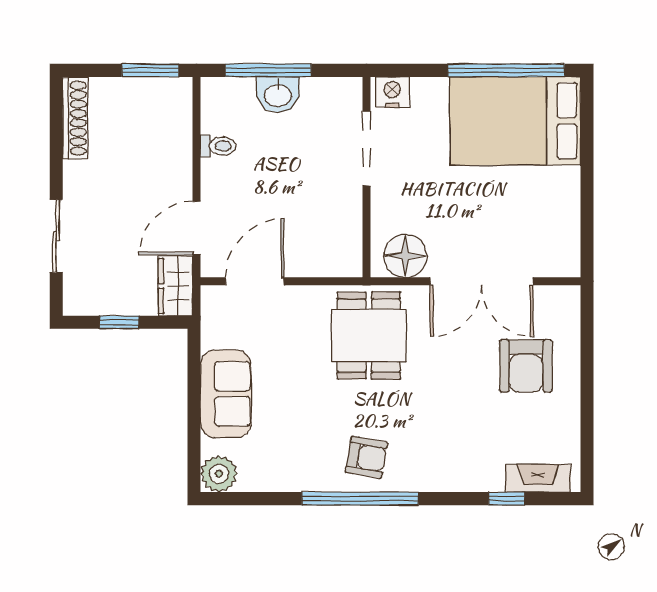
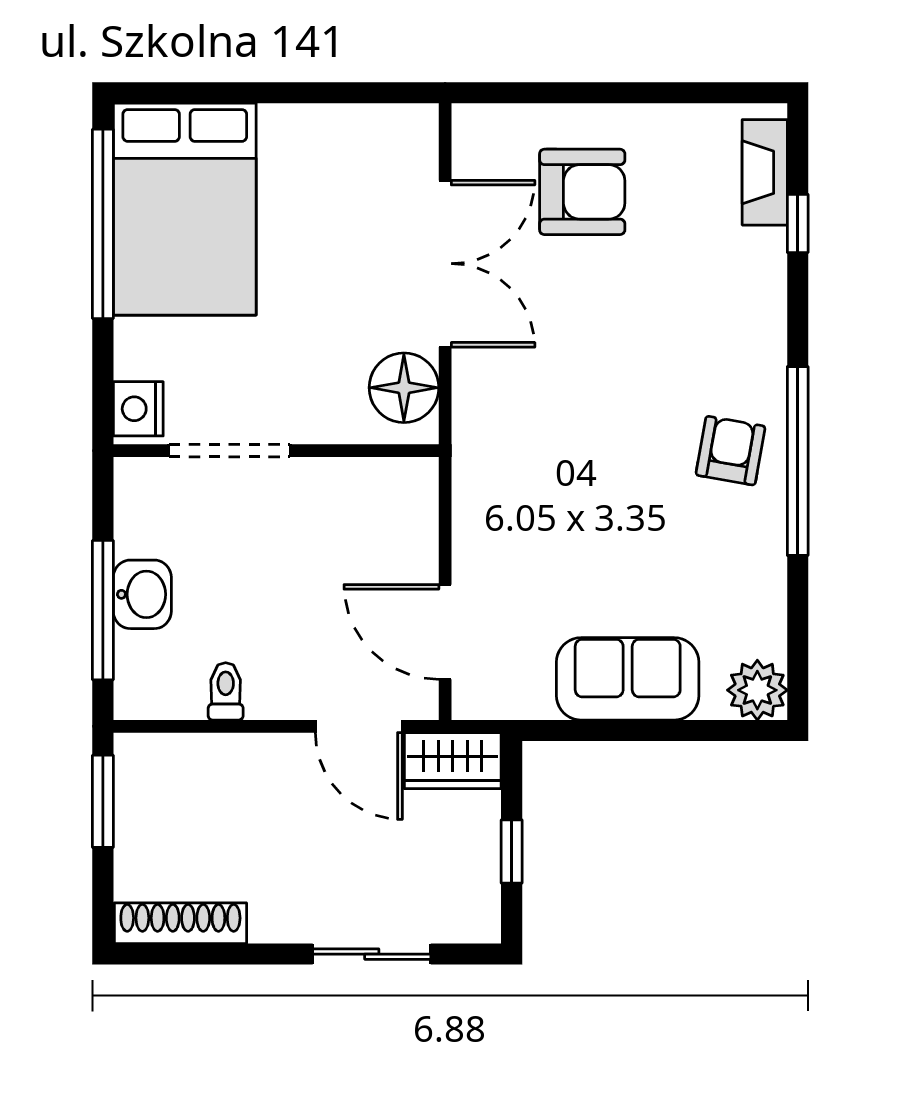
dining table: (369, 336) -> (533, 447), removed

